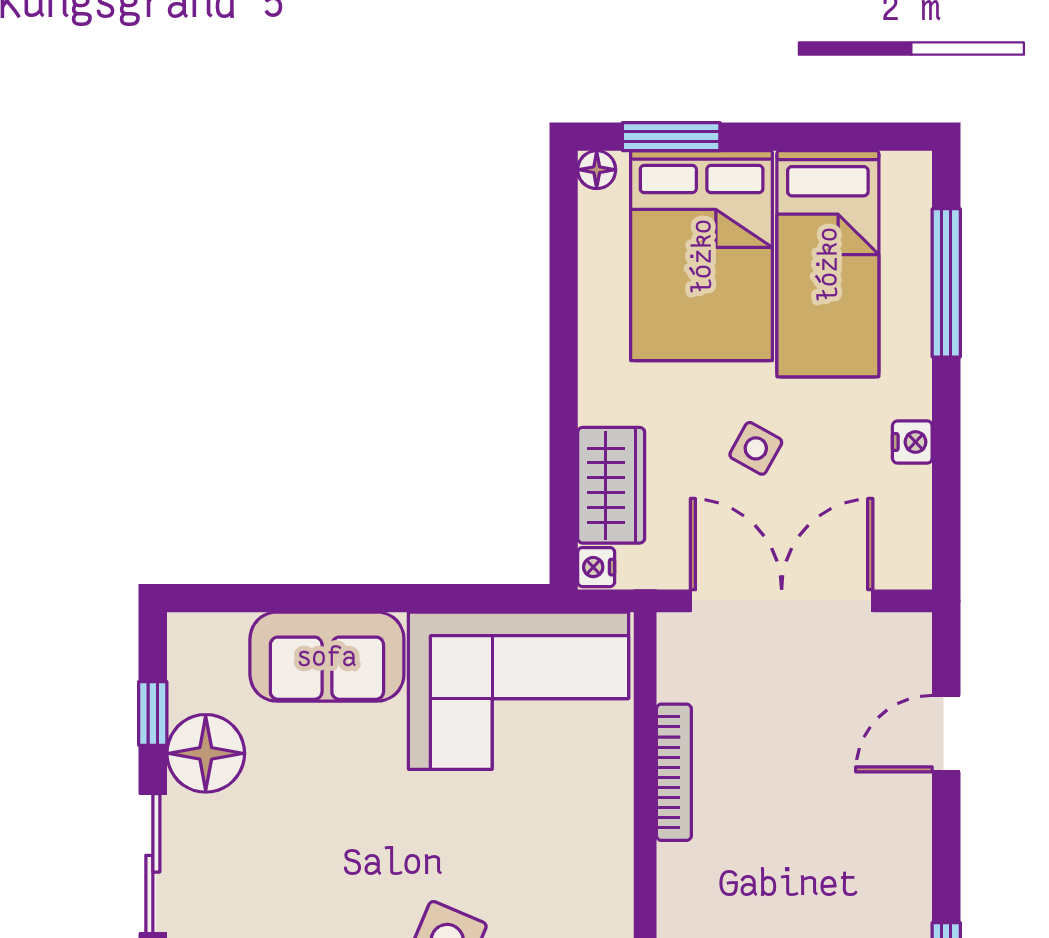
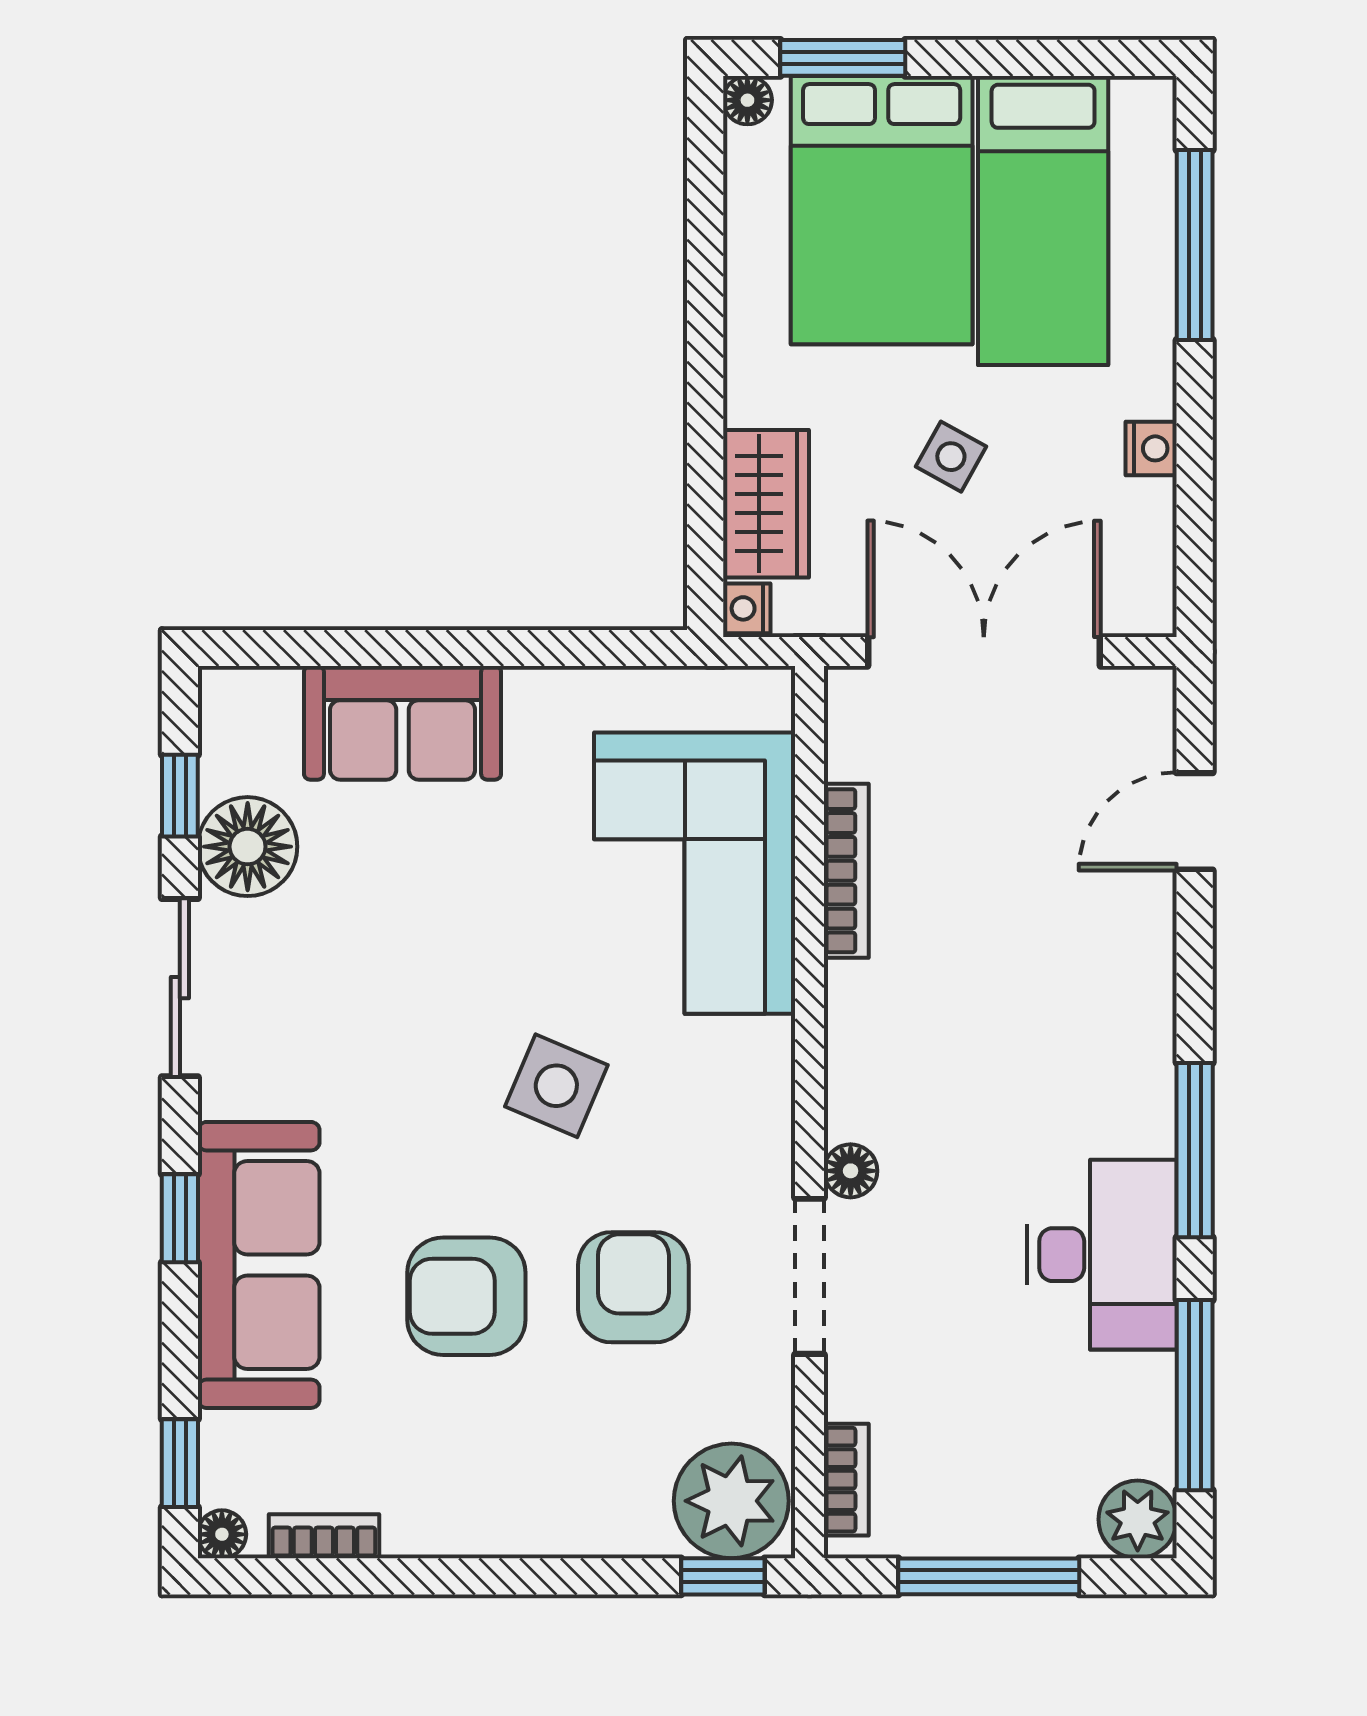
corner sofa: (518, 691) -> (695, 873), moved, turned 90

